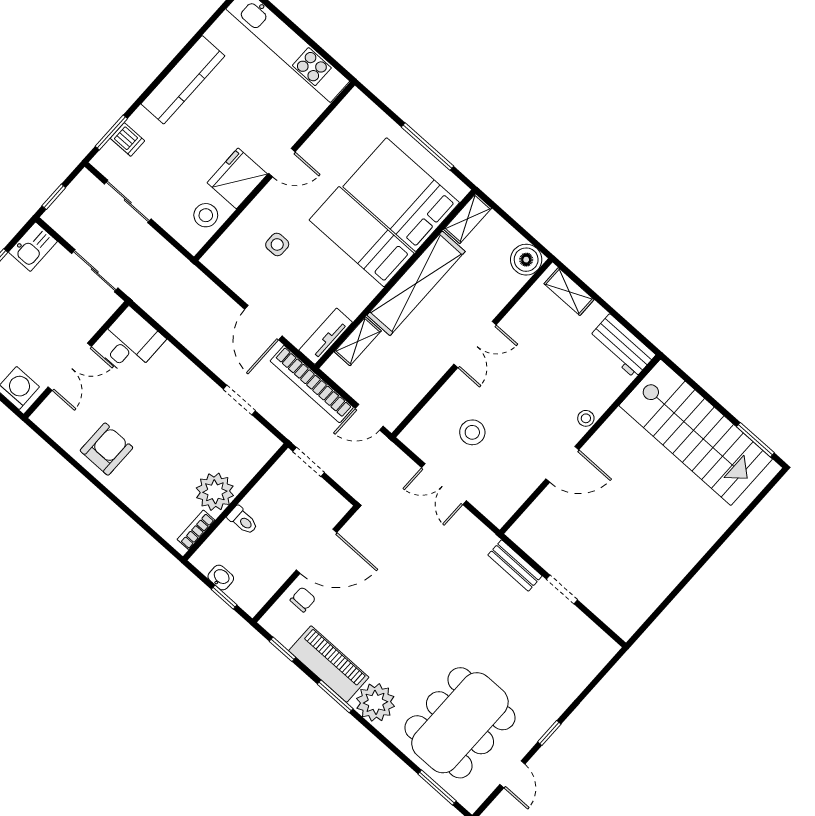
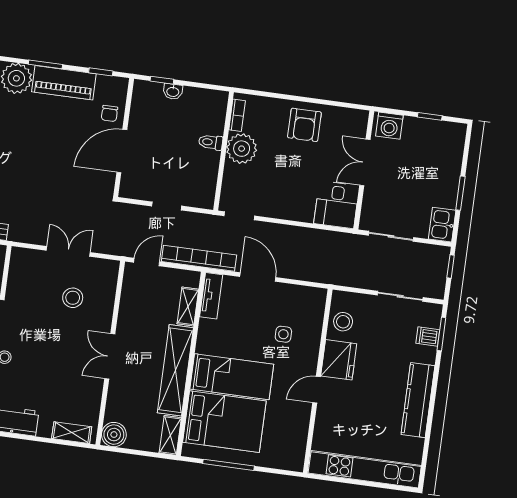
plant: (215, 492) -> (242, 149), moved
wall: (236, 502) -> (224, 151), moved
toilet: (243, 520) -> (211, 142), moved
bookcase: (196, 530) -> (237, 115), moved

